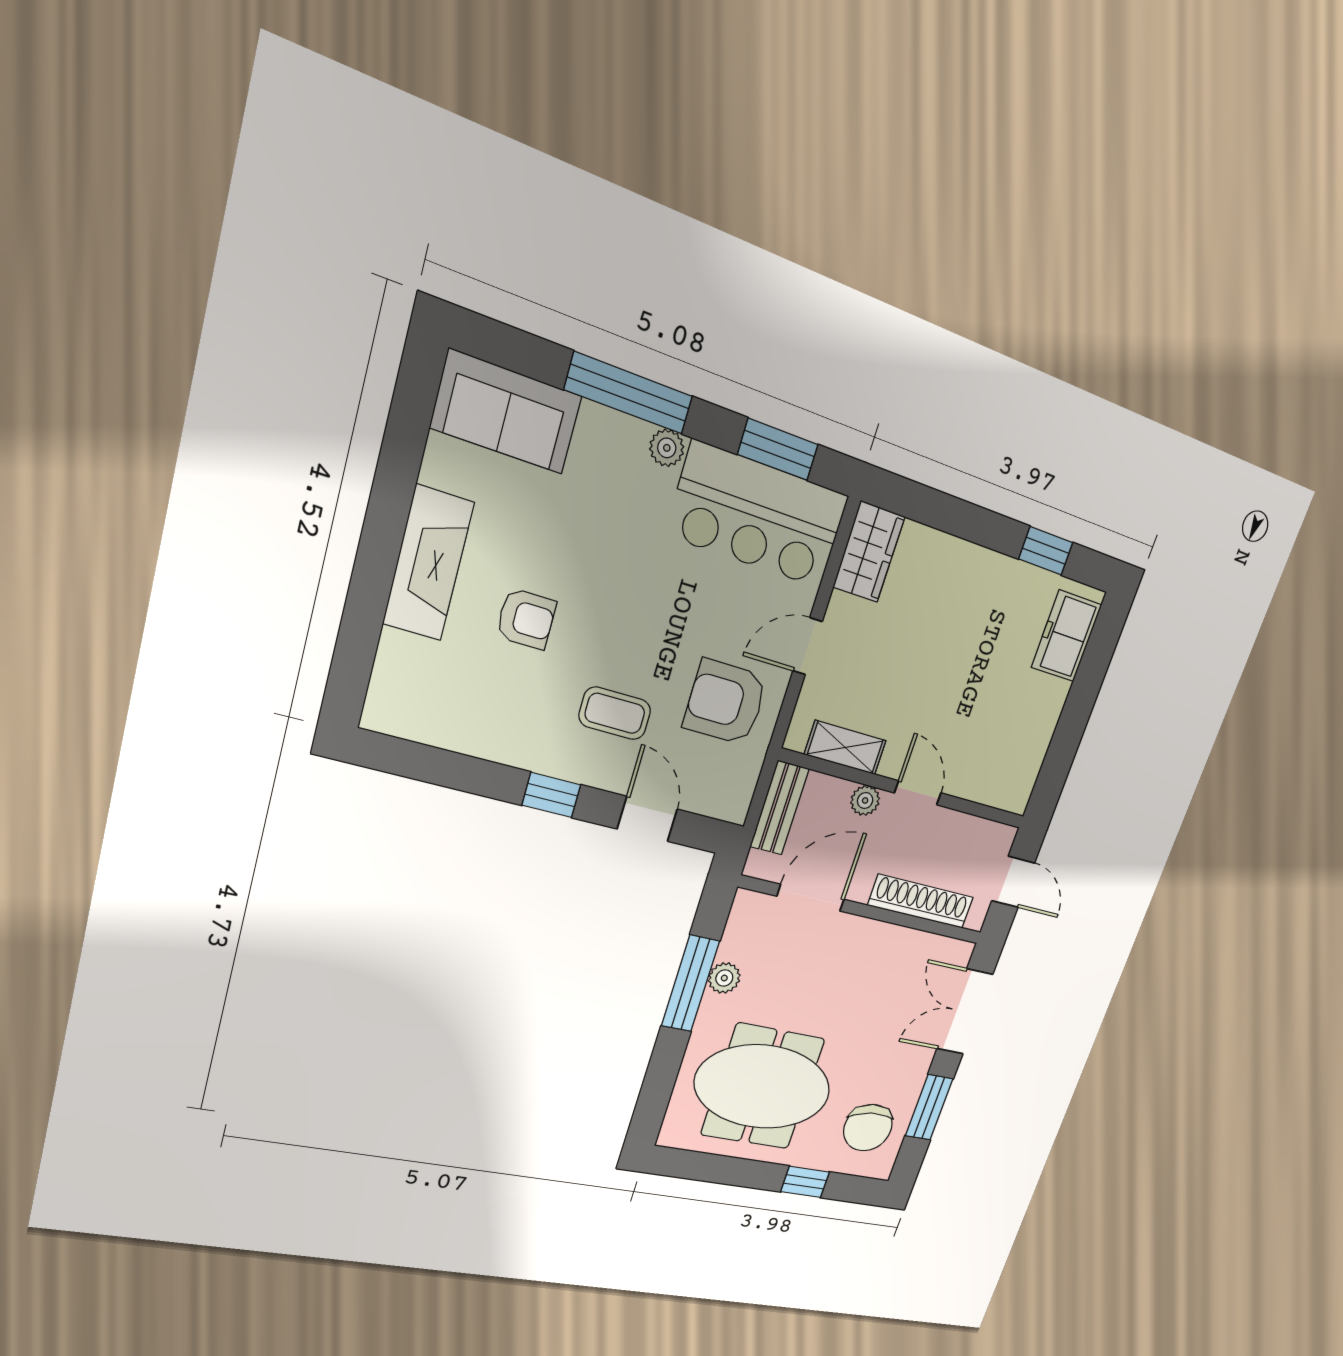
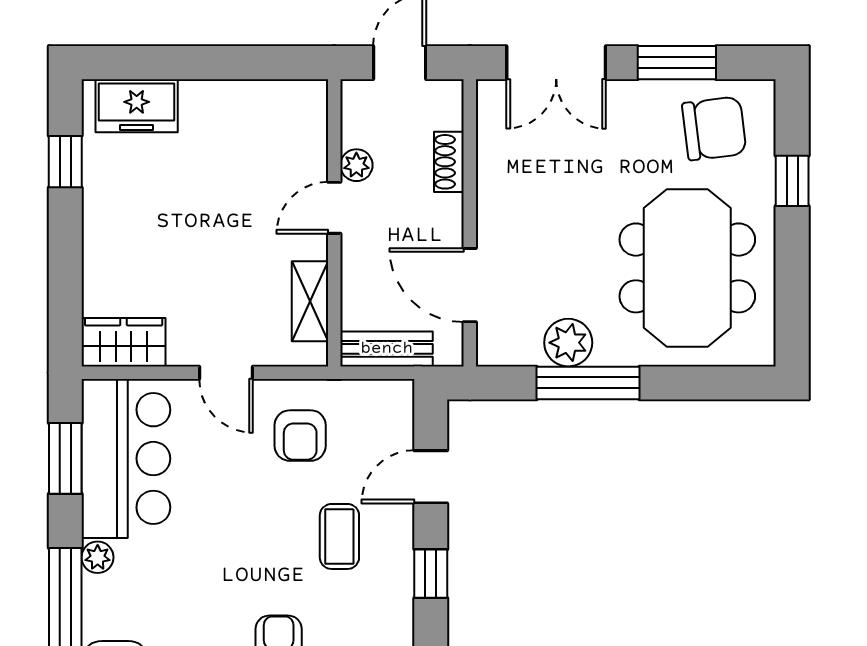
armchair: (725, 702) -> (300, 436), width x0.72, depth x0.72
plant: (865, 800) -> (356, 165), moved
shoe rack: (921, 901) -> (449, 162), width x0.51, depth x0.81
plant: (724, 978) -> (568, 343), width x1.38, depth x1.38

